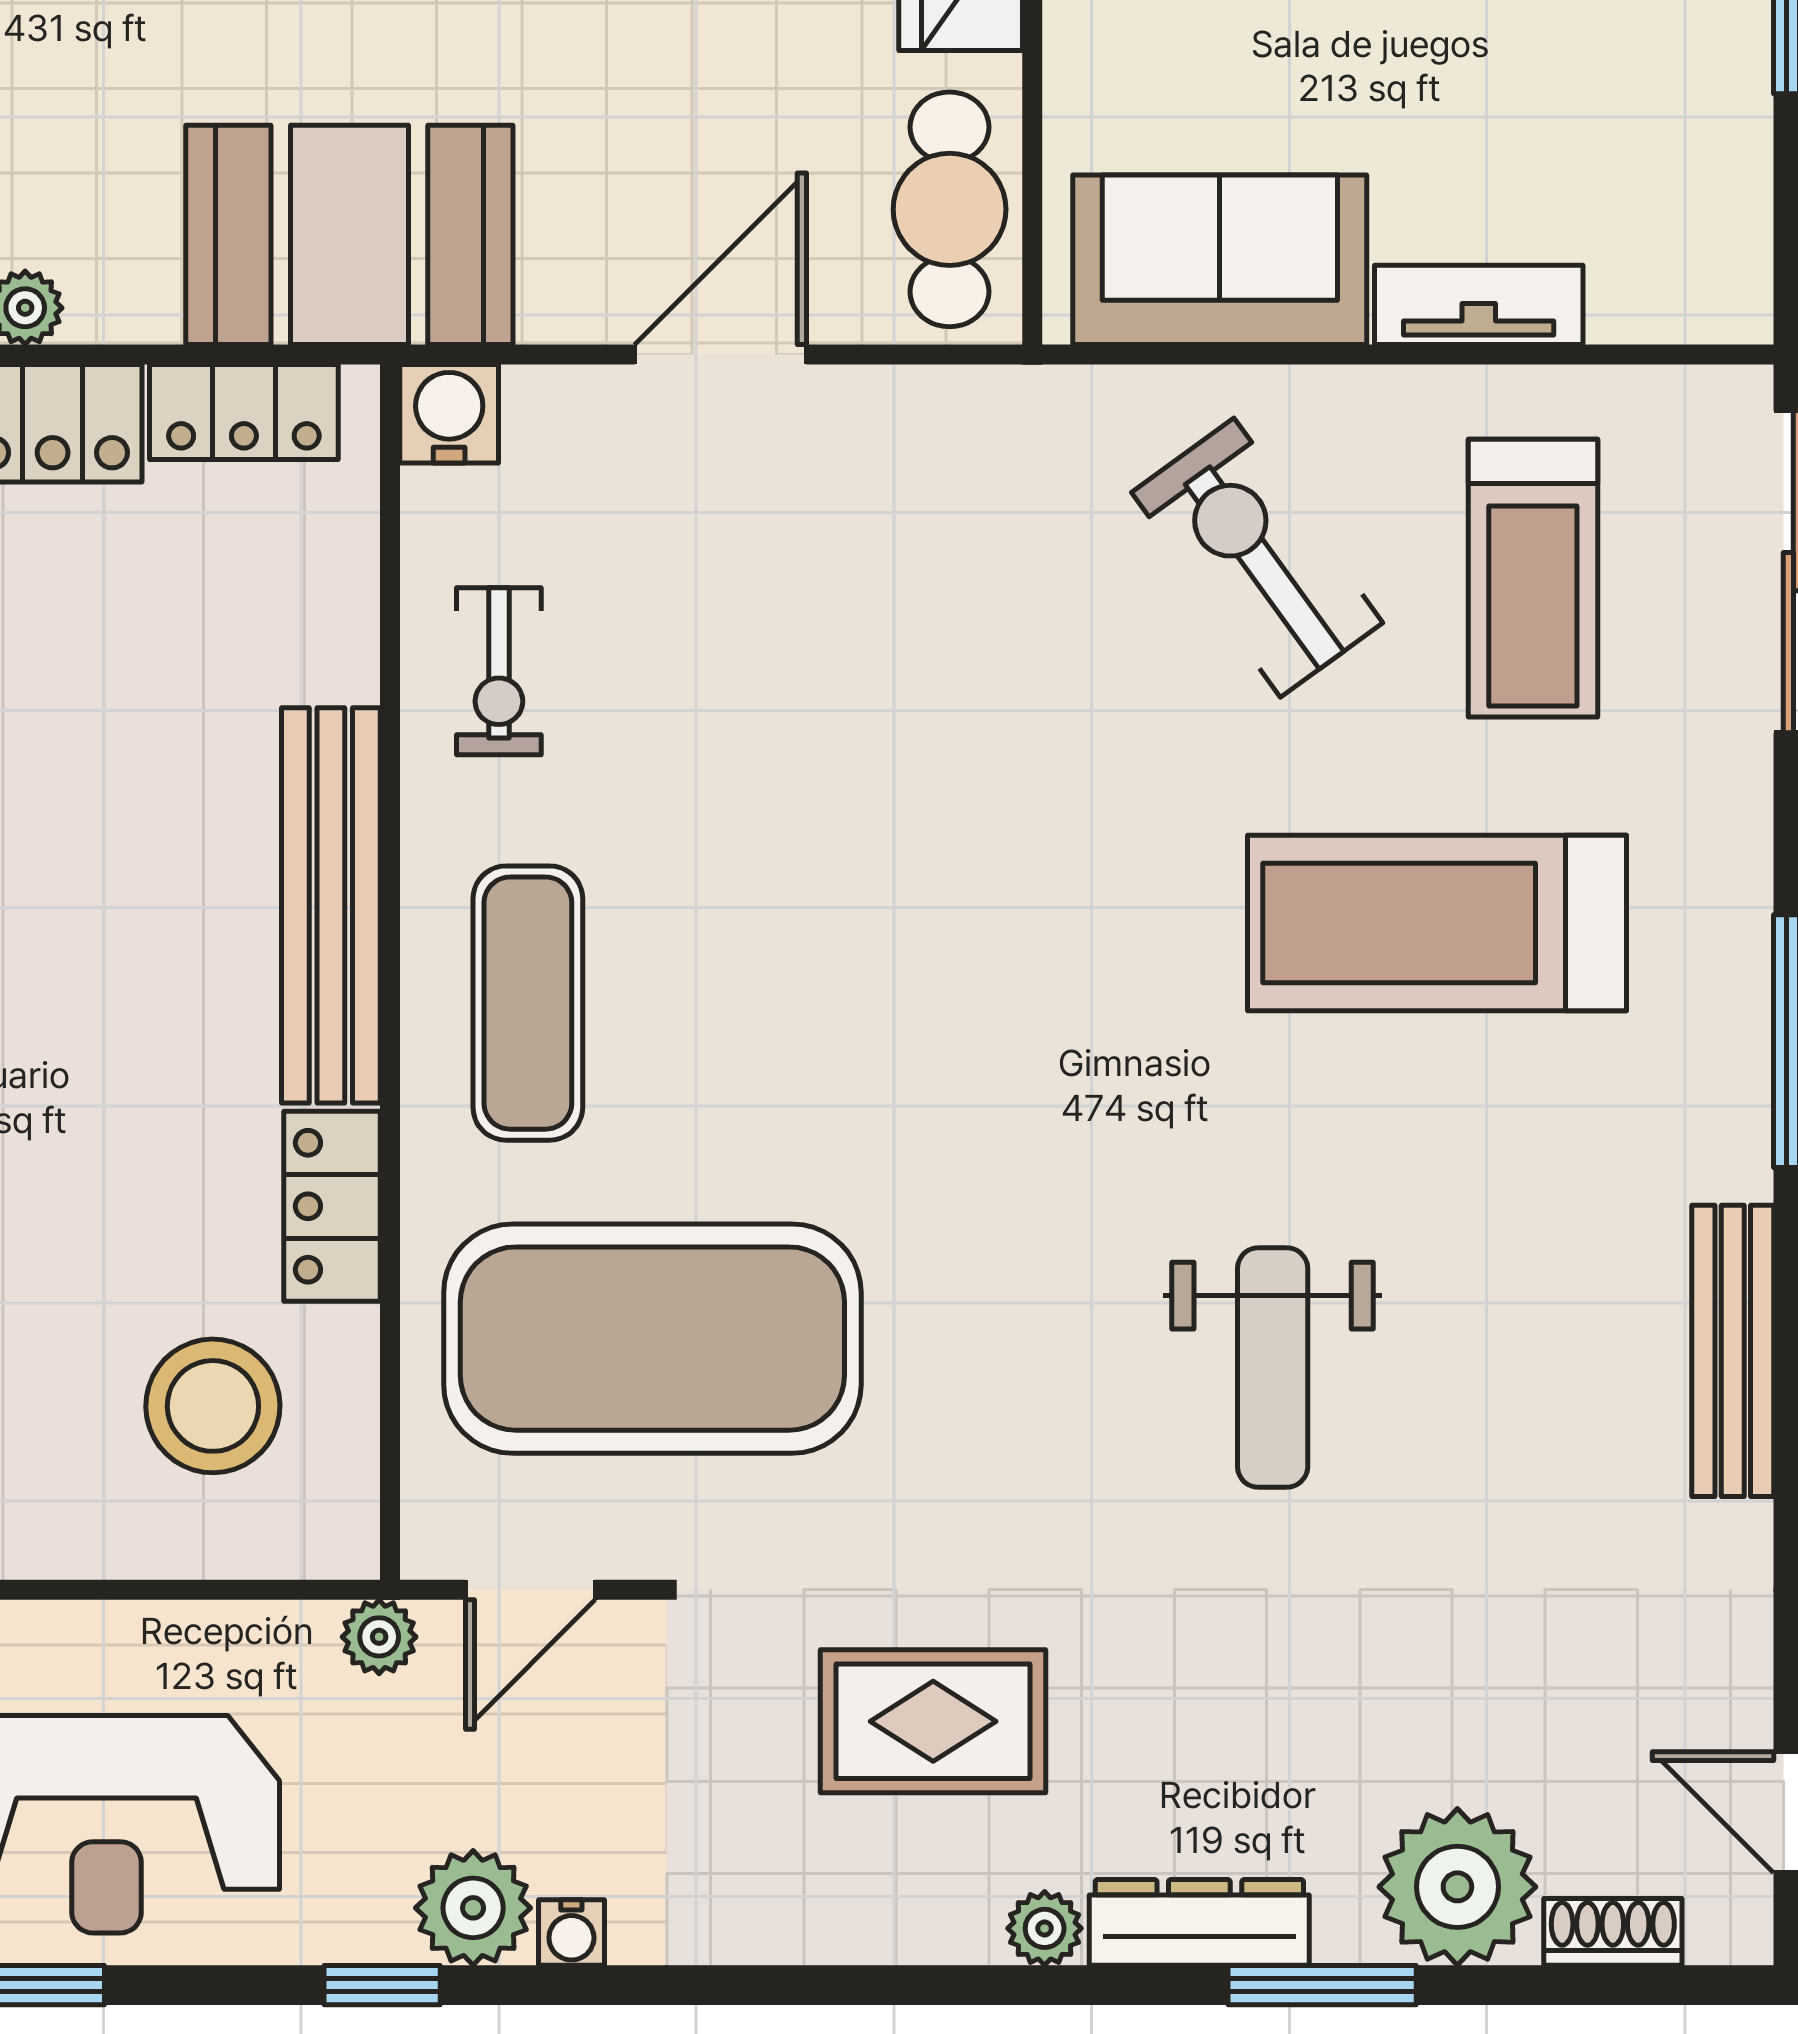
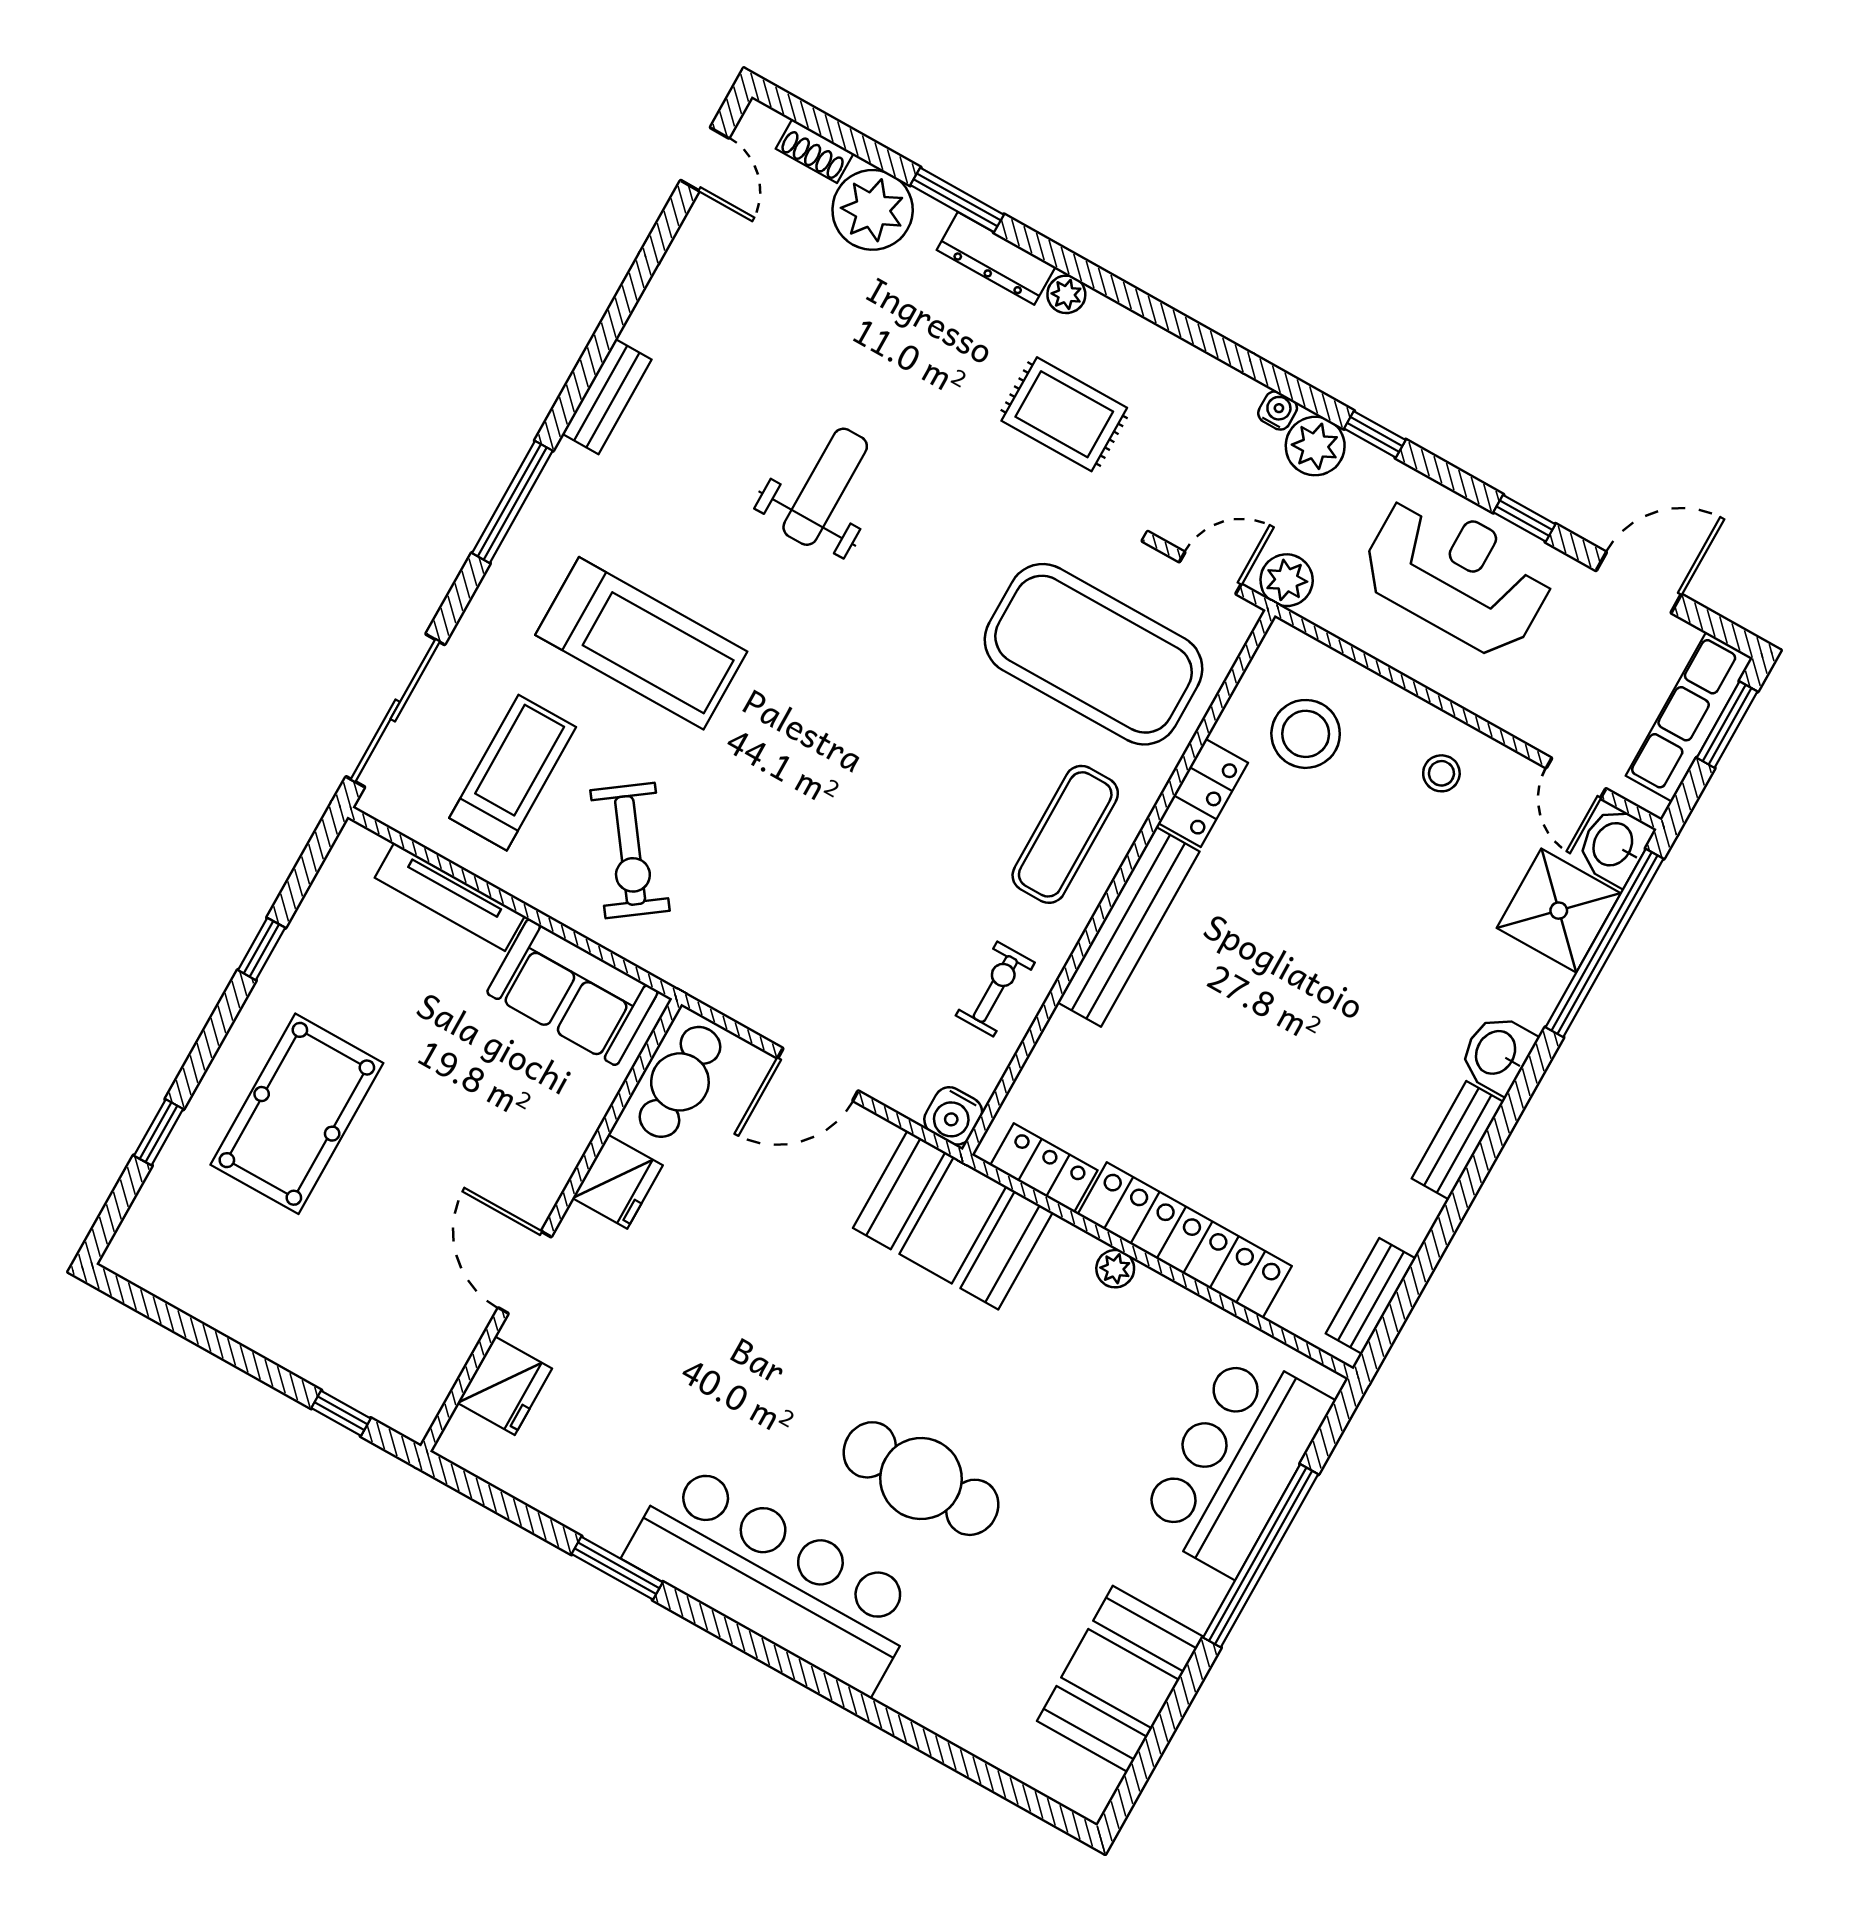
tv unit: (1479, 305) -> (450, 897), width x1.41
bench: (1733, 1351) -> (607, 397), width x0.73
plant: (379, 1637) -> (1287, 580), width x1.38, depth x1.38

